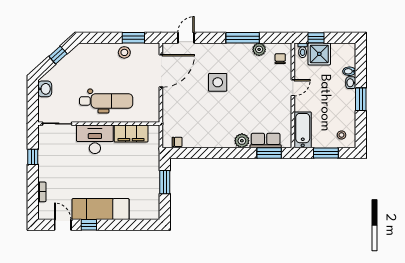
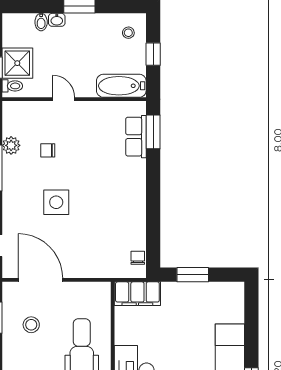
stool: (124, 52) -> (31, 325), moved
chair: (280, 59) -> (48, 150), moved
filing cabinet: (131, 134) -> (137, 294), moved, turned 90
plant: (242, 141) -> (136, 169), removed
window: (326, 153) -> (153, 54), width x0.67

